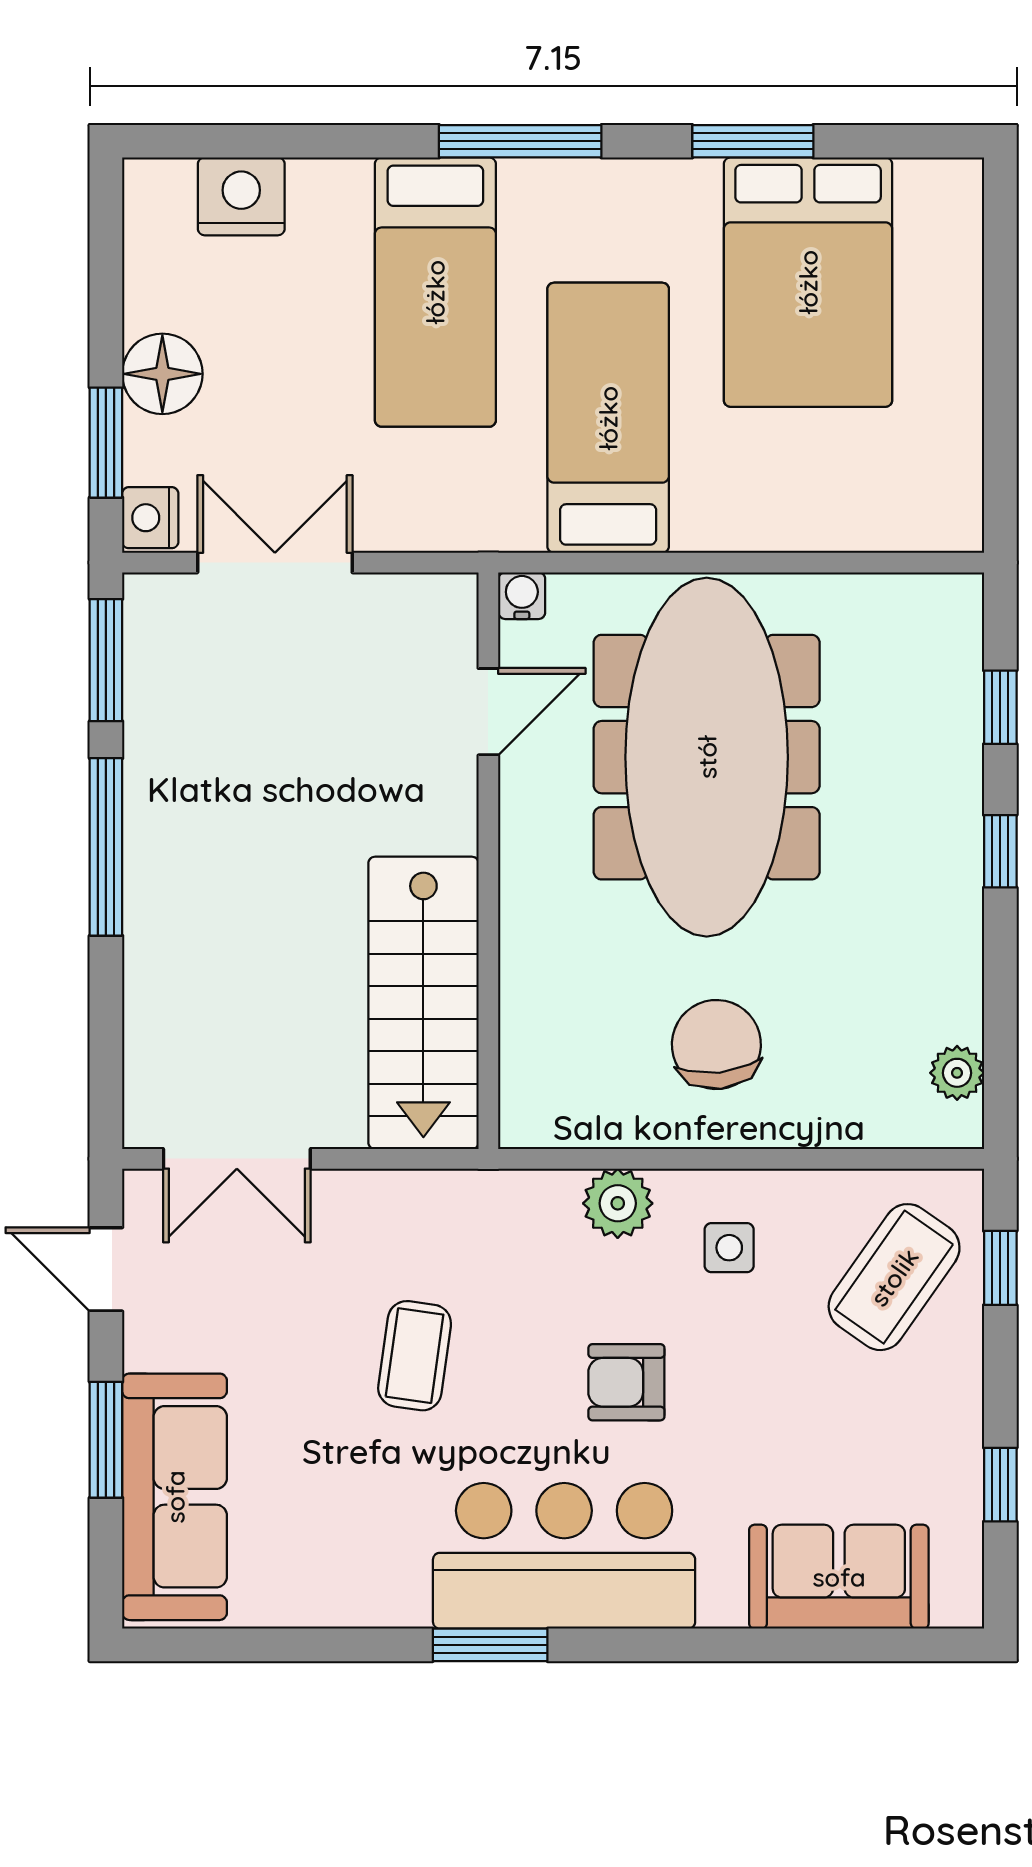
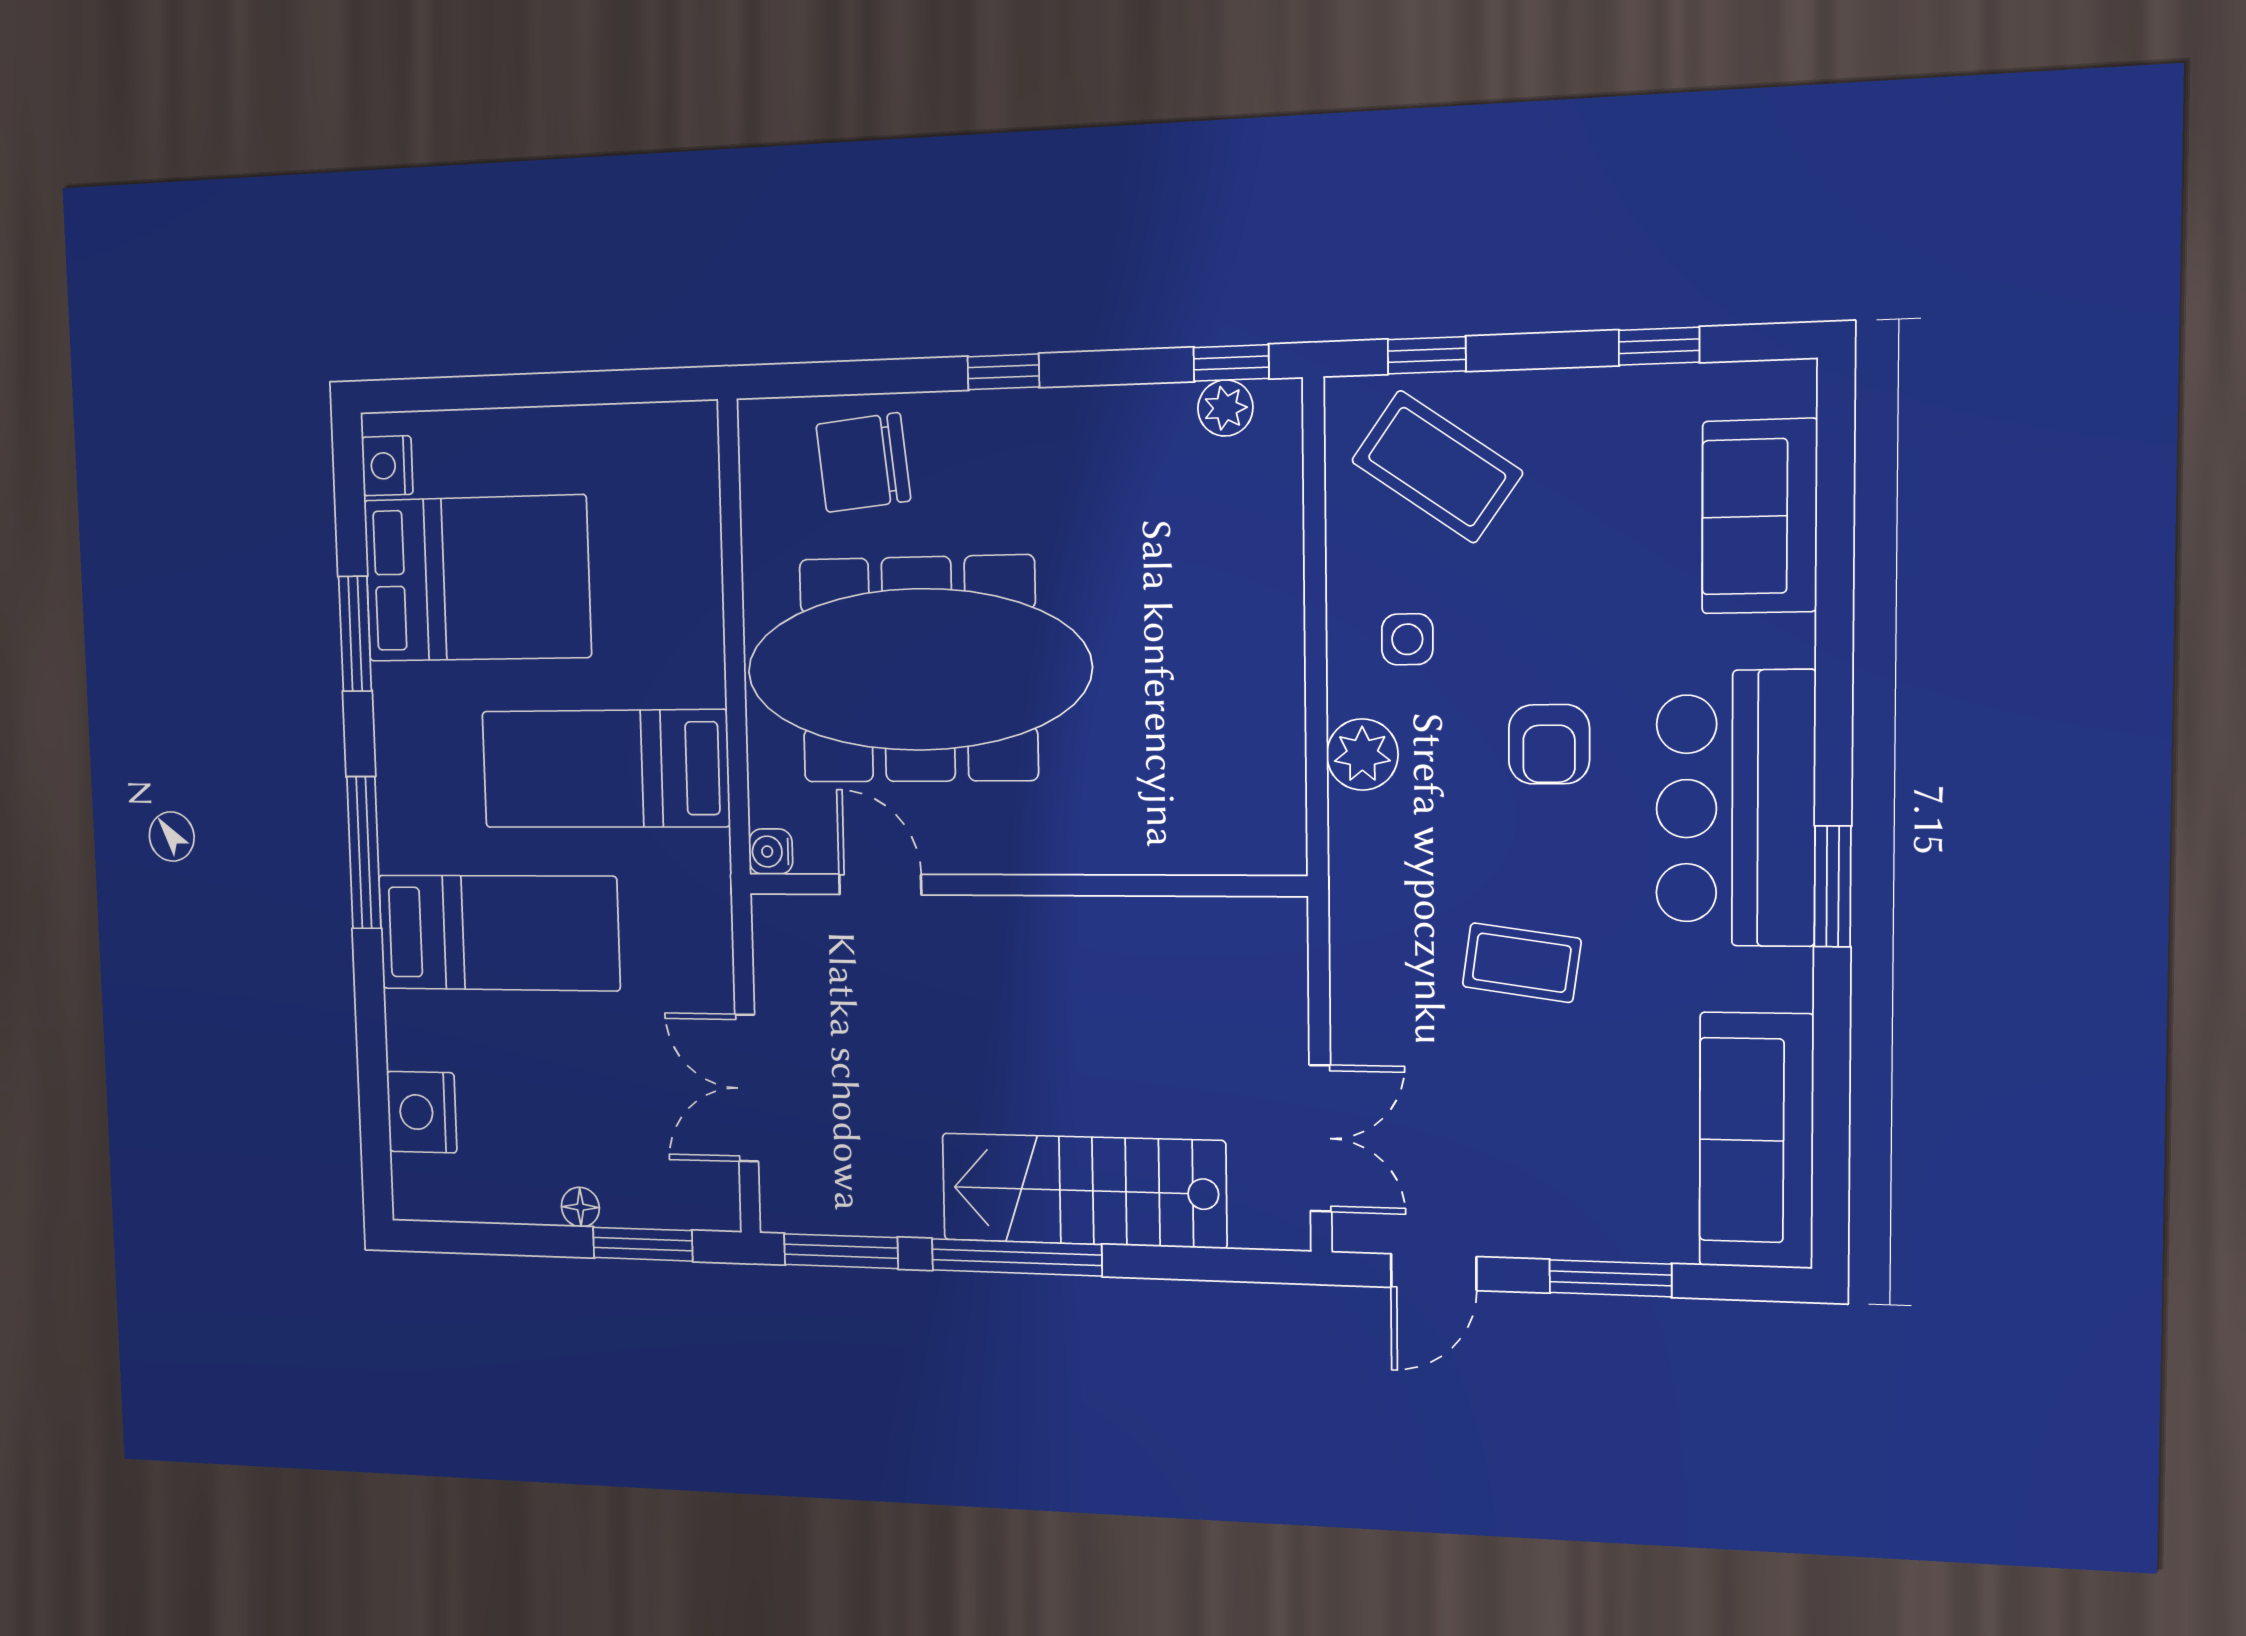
floor lamp: (162, 374) -> (580, 1207), width x0.53, depth x0.53
nightstand: (150, 518) -> (387, 466), moved, turned 90
window: (1000, 707) -> (1231, 363), moved
stairs: (423, 1003) -> (1083, 1191), moved, turned 180
chair: (716, 1045) -> (863, 463), moved
sofa: (175, 1497) -> (1756, 1140), moved, turned -90

